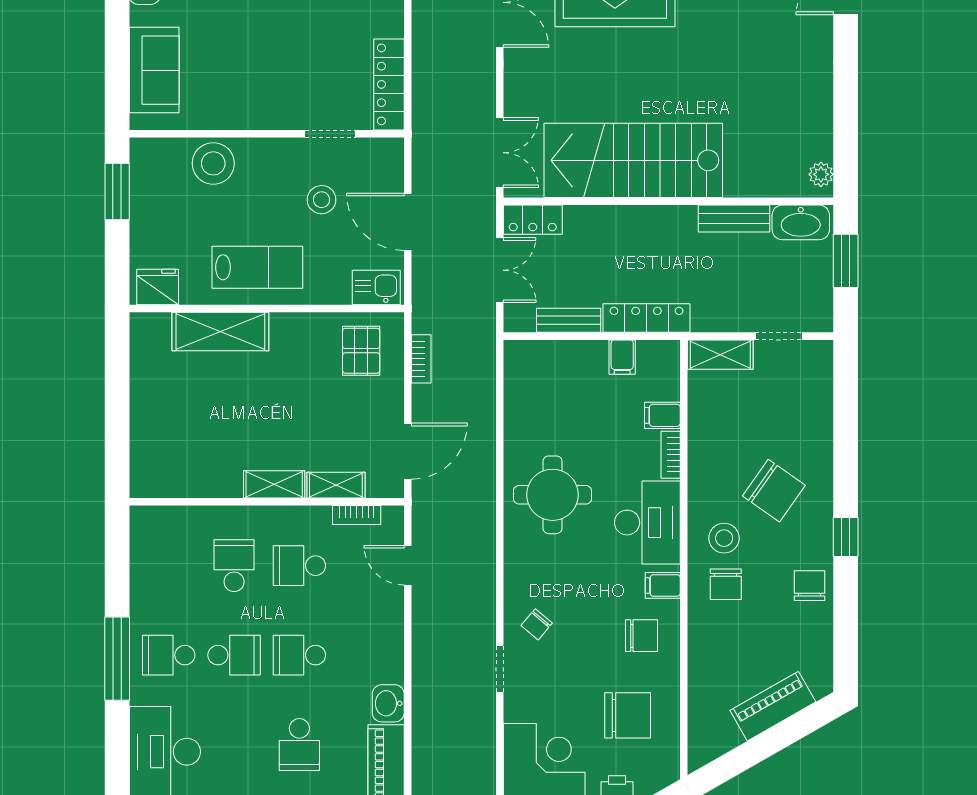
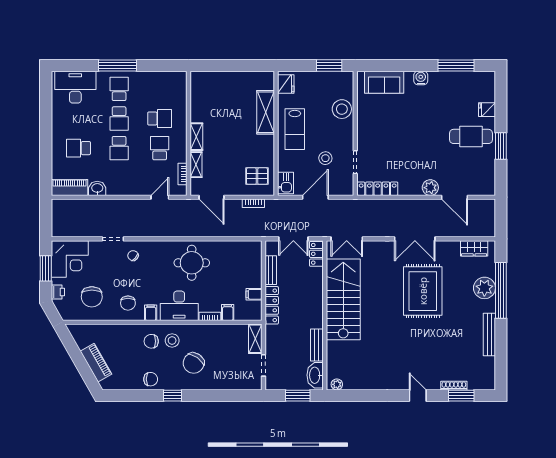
school desk: (299, 655) -> (119, 148), turned 180

